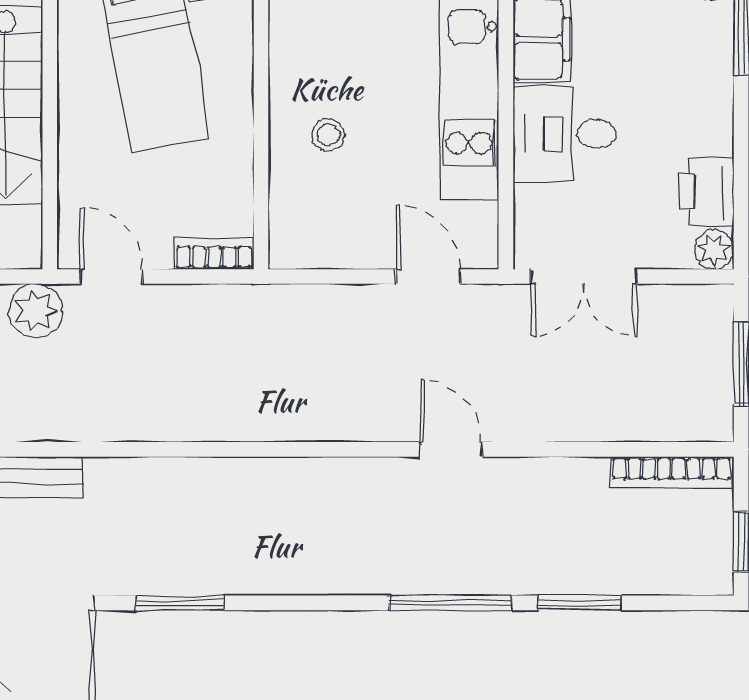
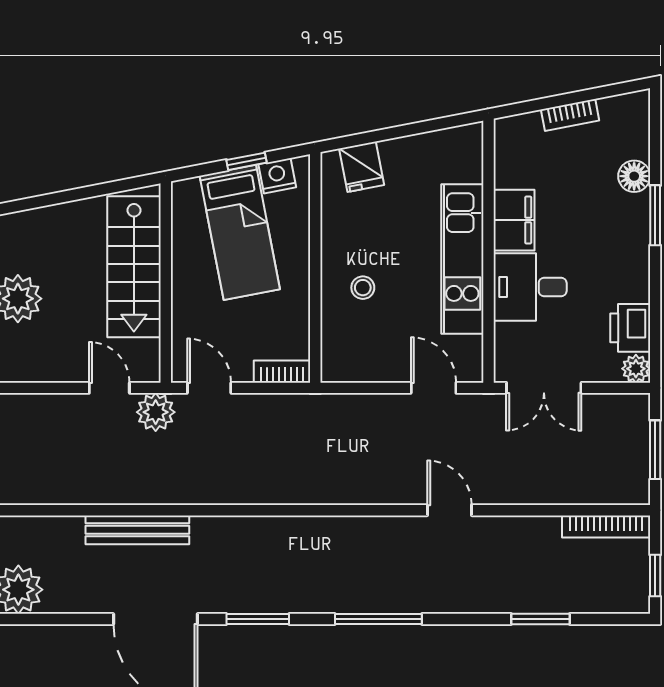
window: (450, 603) -> (378, 619), moved

